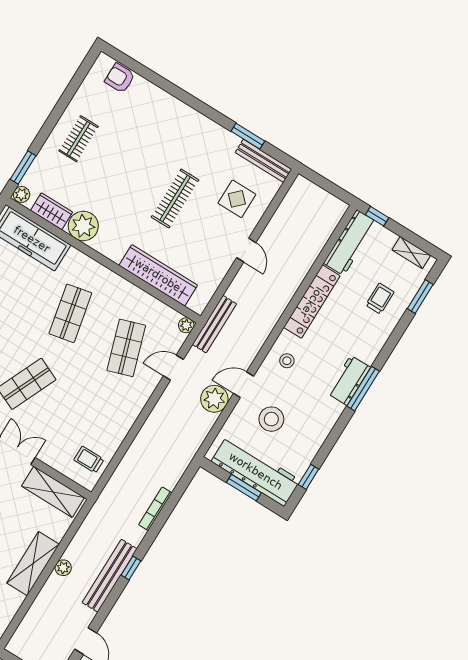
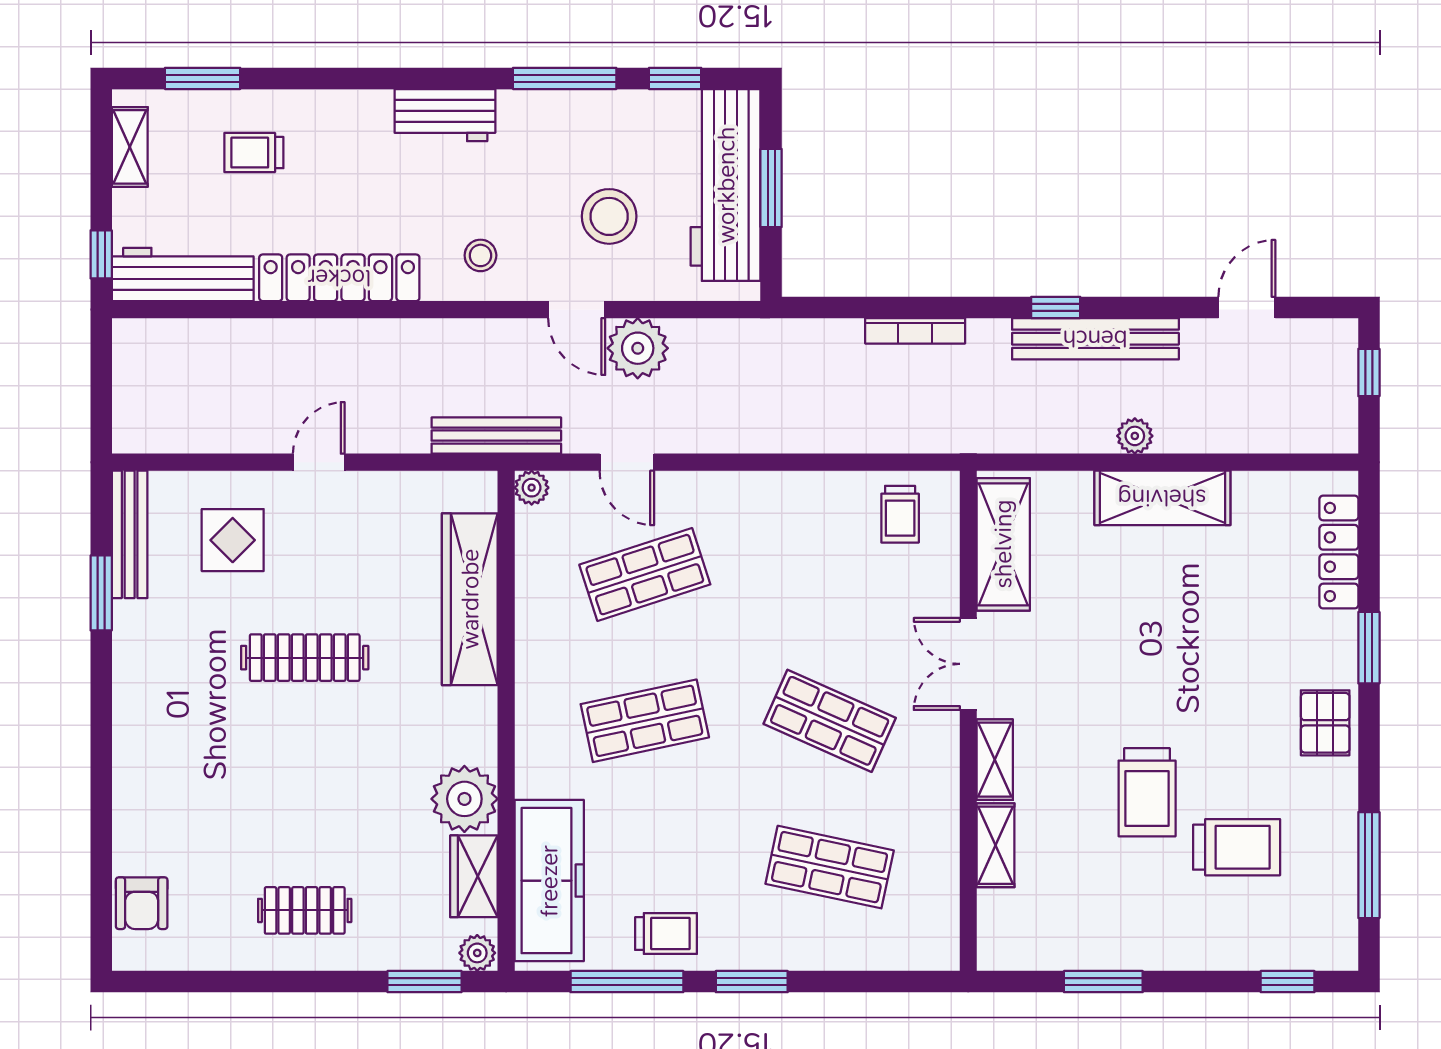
window: (363, 389) -> (565, 78), moved

